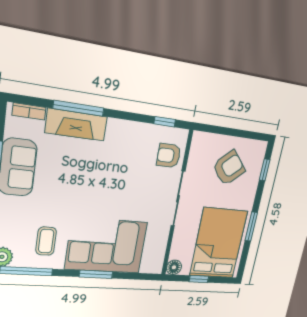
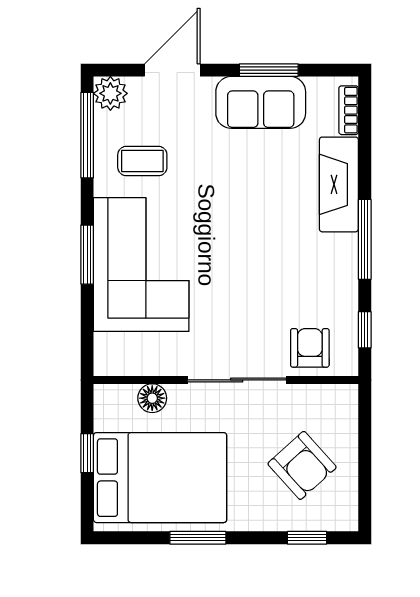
window: (79, 108) -> (365, 239), moved
floor lamp: (174, 267) -> (152, 398), moved

